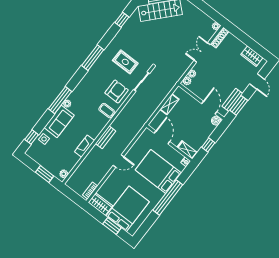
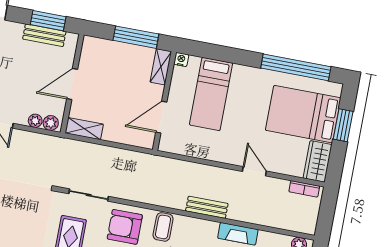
shelving: (169, 104) -> (84, 129), moved
door: (209, 108) -> (72, 84), moved
boiler: (216, 121) -> (91, 44), removed
window: (208, 145) -> (136, 37), width x2.17
door: (119, 161) -> (254, 171), moved
bed: (158, 172) -> (211, 94), width x0.67
window: (168, 197) -> (296, 67), moved

